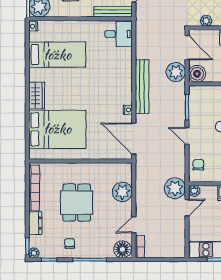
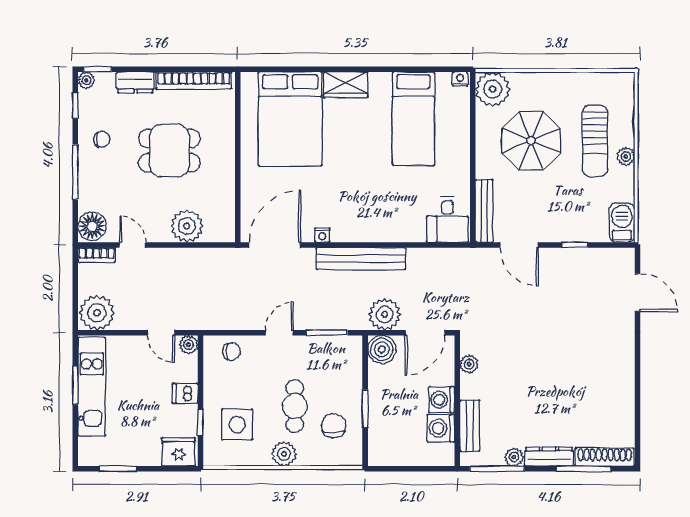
plant: (175, 188) -> (97, 313), moved

